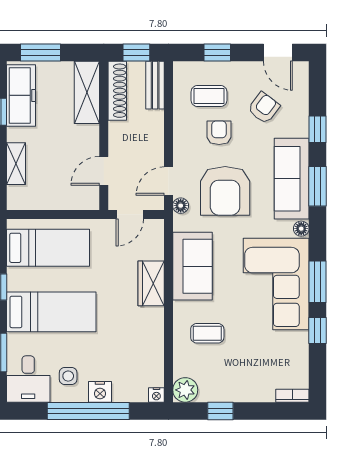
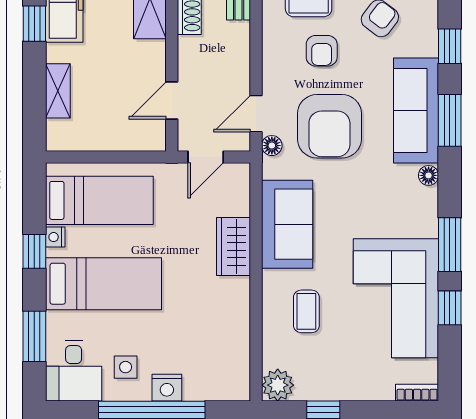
armchair: (219, 133) -> (322, 51), turned 180
corner sofa: (276, 284) -> (396, 298), moved
coffee table: (207, 333) -> (306, 311), turned 90
nightstand: (156, 395) -> (55, 237), moved, turned 90

